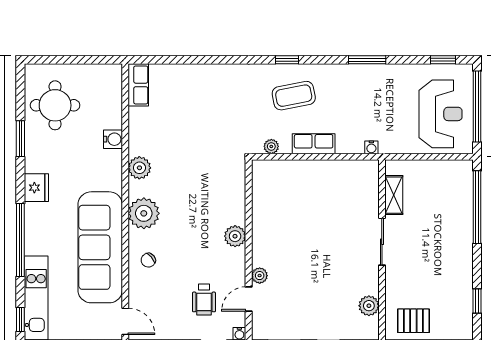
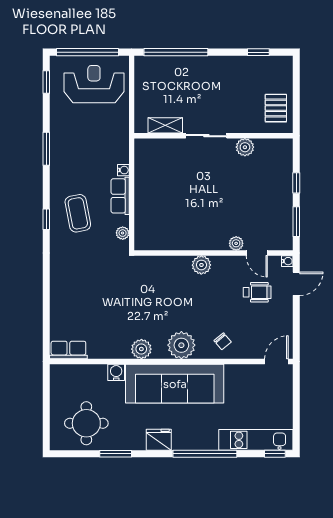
water cooler: (371, 147) -> (123, 170), moved
sofa: (100, 247) -> (175, 384), moved
plant: (369, 306) -> (245, 147), moved

